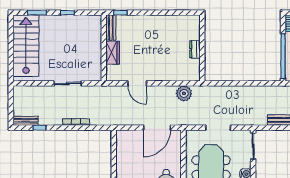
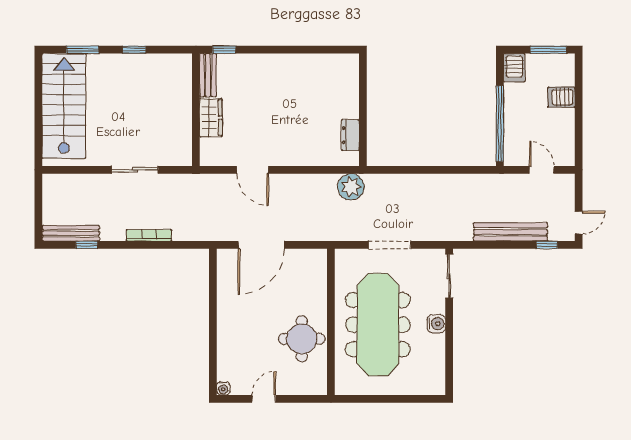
dresser: (195, 49) -> (350, 135), moved
plant: (184, 93) -> (351, 187), moved
bench: (26, 121) -> (71, 233), width x1.36
door: (157, 128) -> (261, 245), moved

